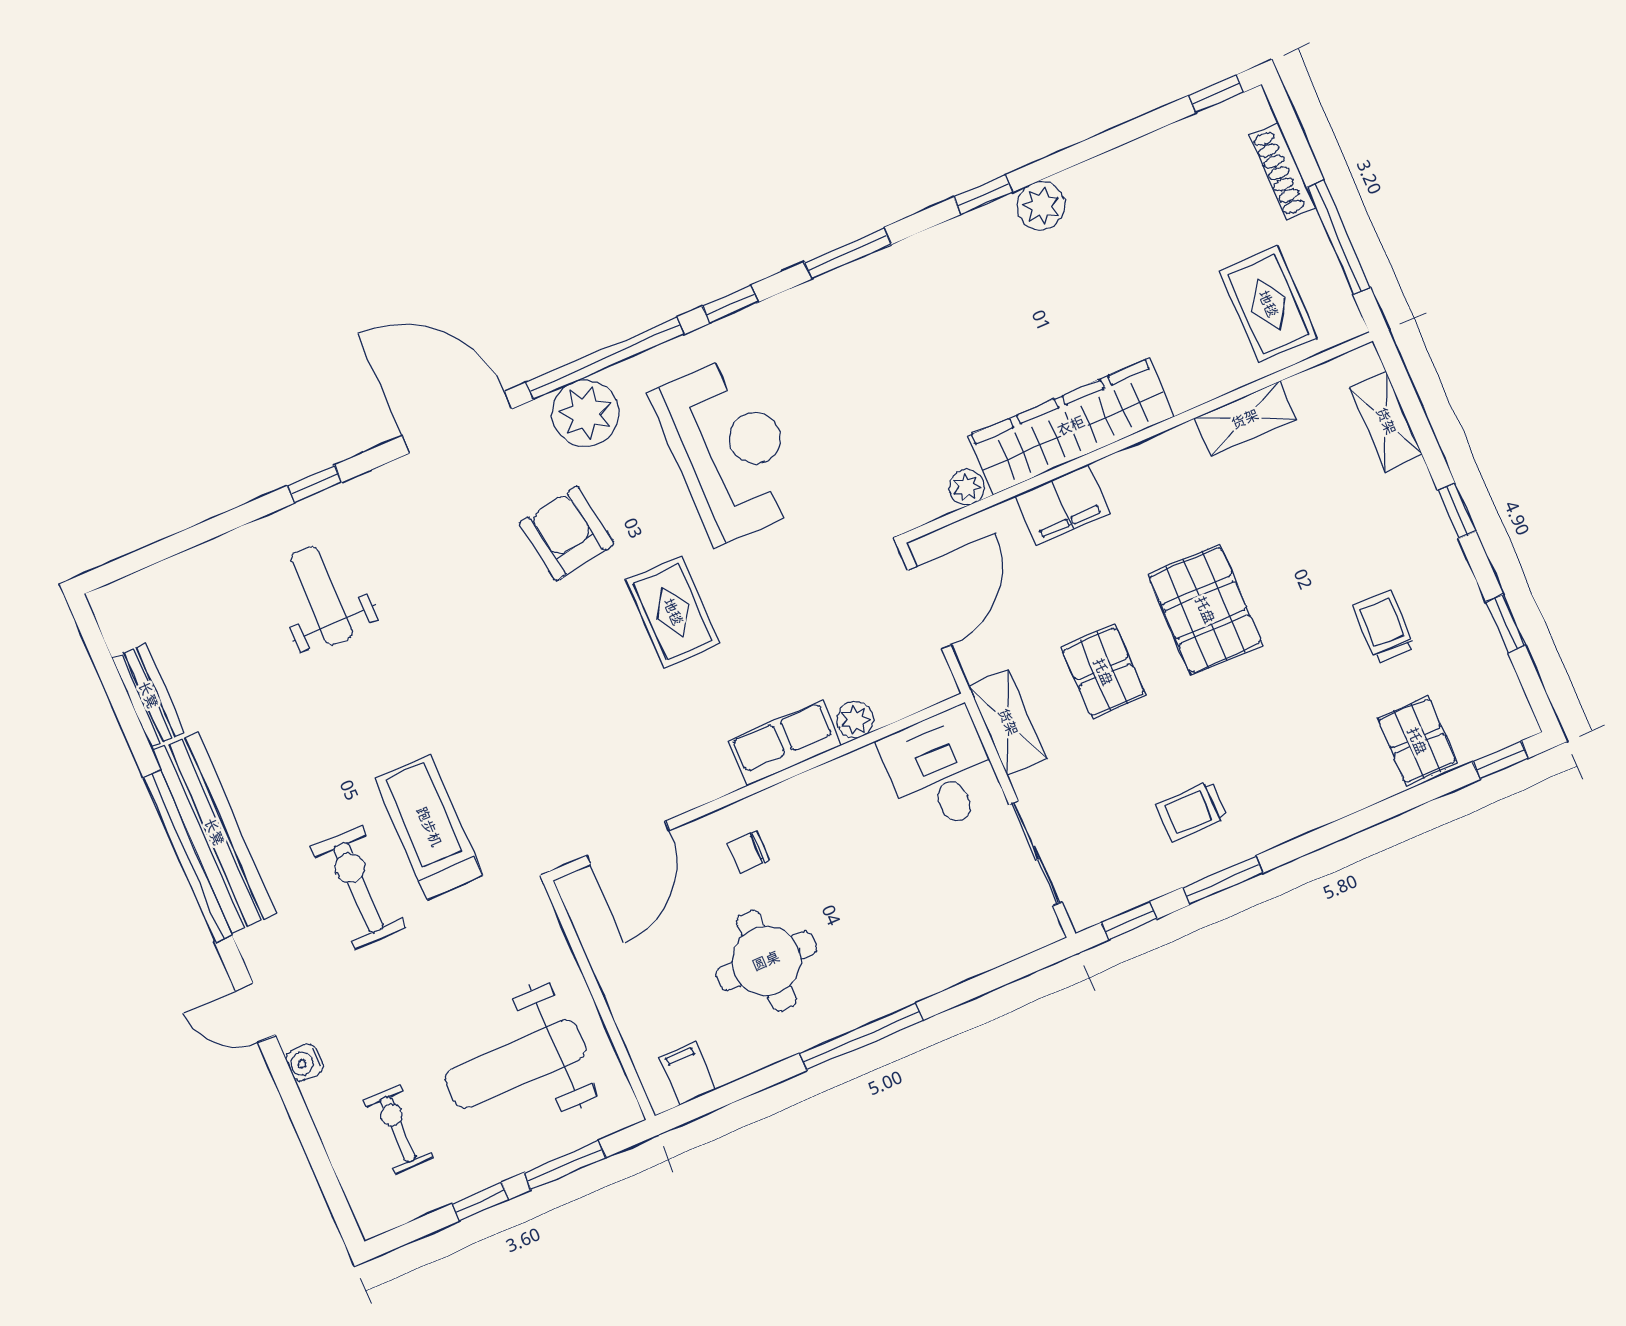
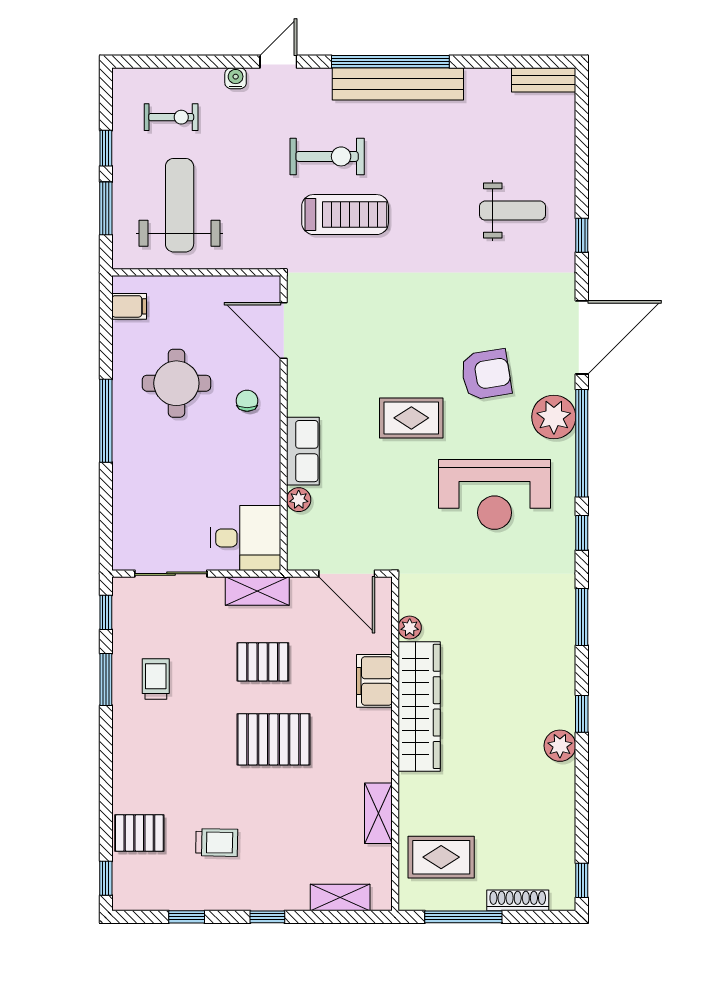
bench: (148, 695) -> (544, 80), moved

